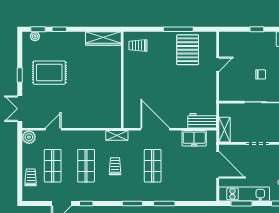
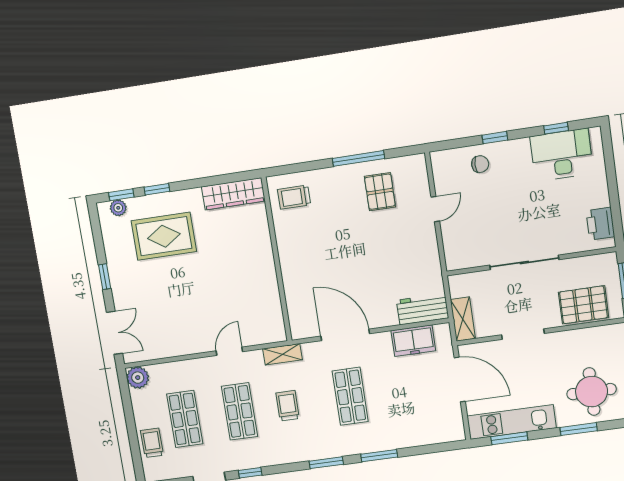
pallet: (188, 50) -> (380, 192), width x0.67, depth x0.71
rug: (49, 73) -> (164, 236), moved
chair: (261, 74) -> (480, 164), moved
double door: (20, 109) -> (115, 333), swing flipped
door: (53, 129) -> (229, 351), moved

